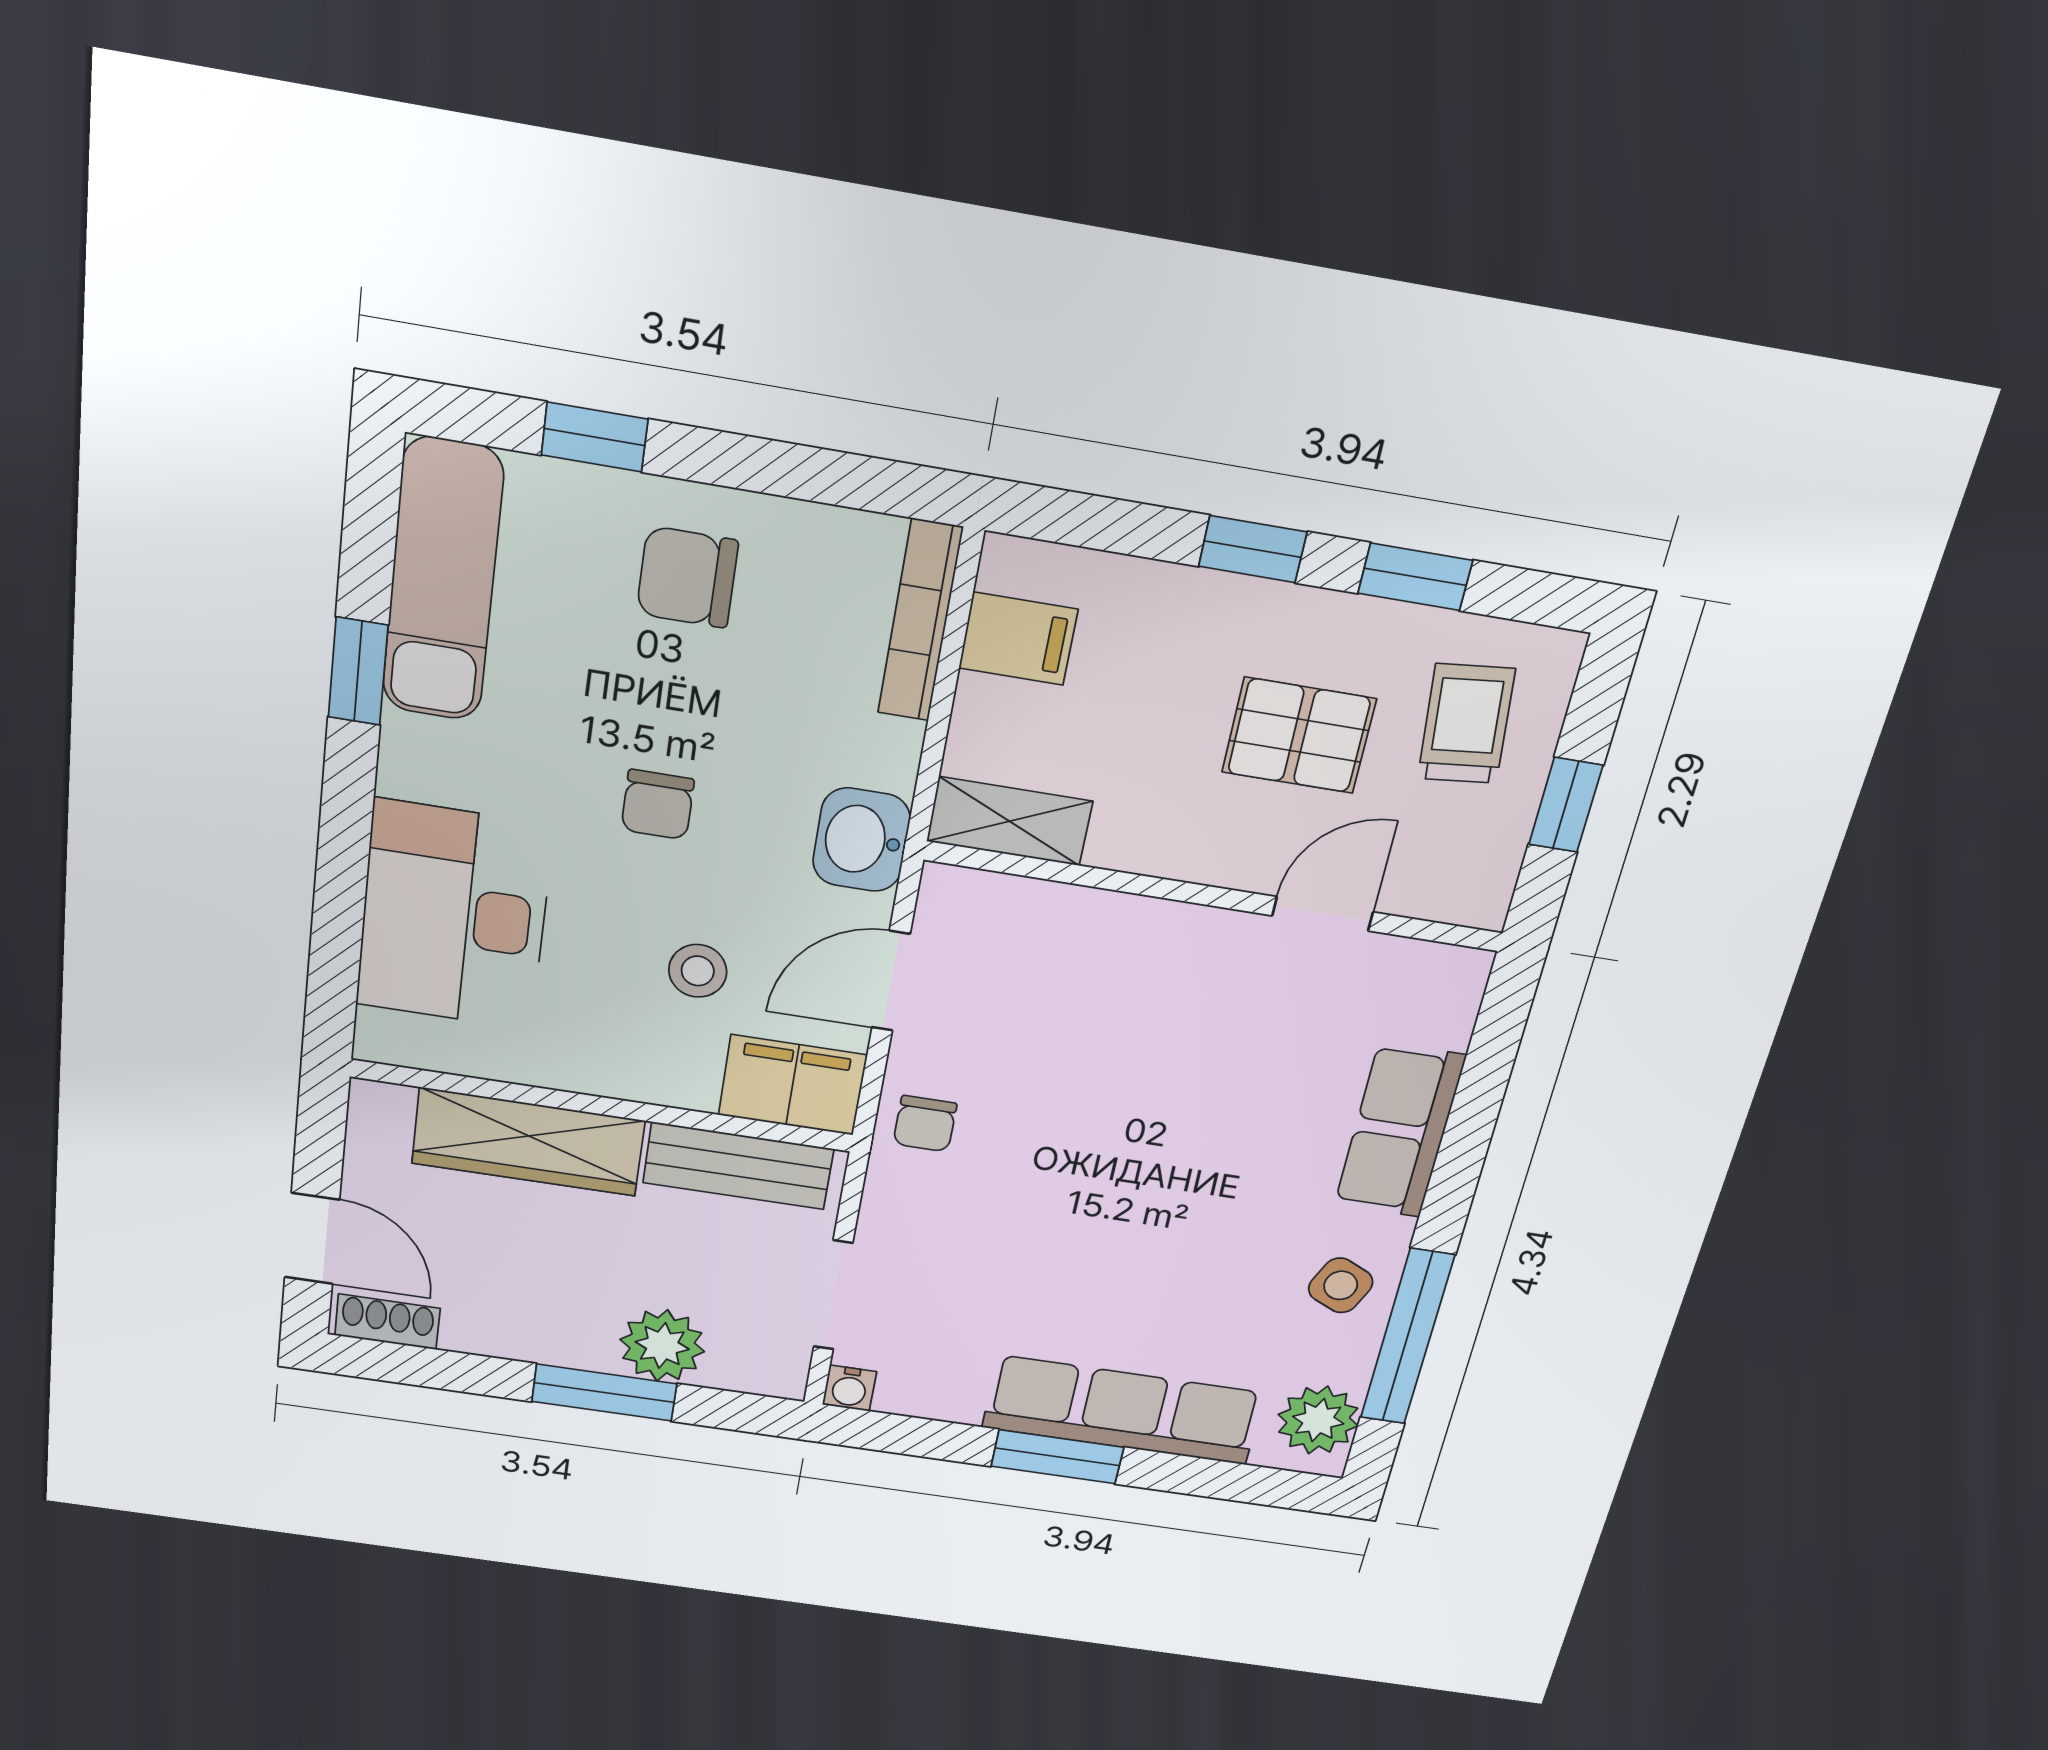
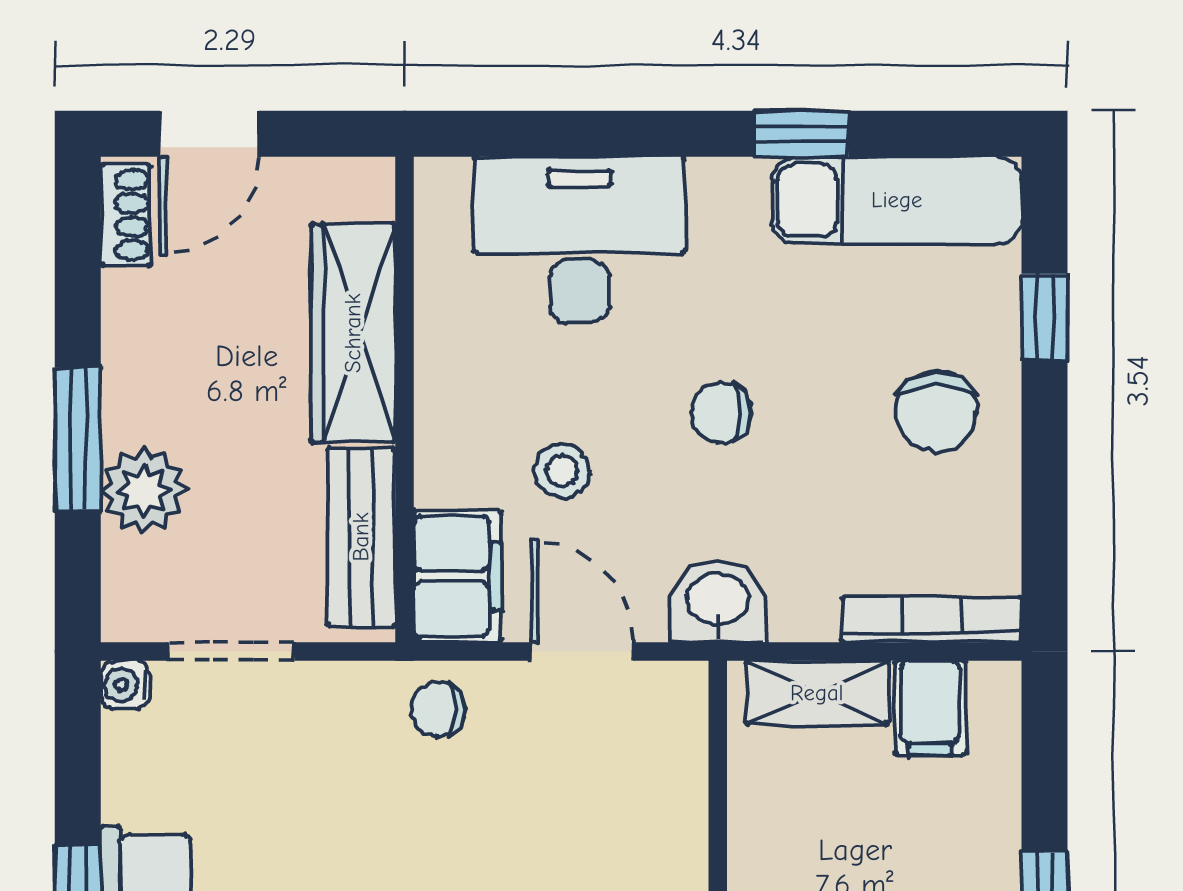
chair: (687, 577) -> (936, 411), turned 180
shelving: (1010, 821) -> (817, 693), moved, turned 90

